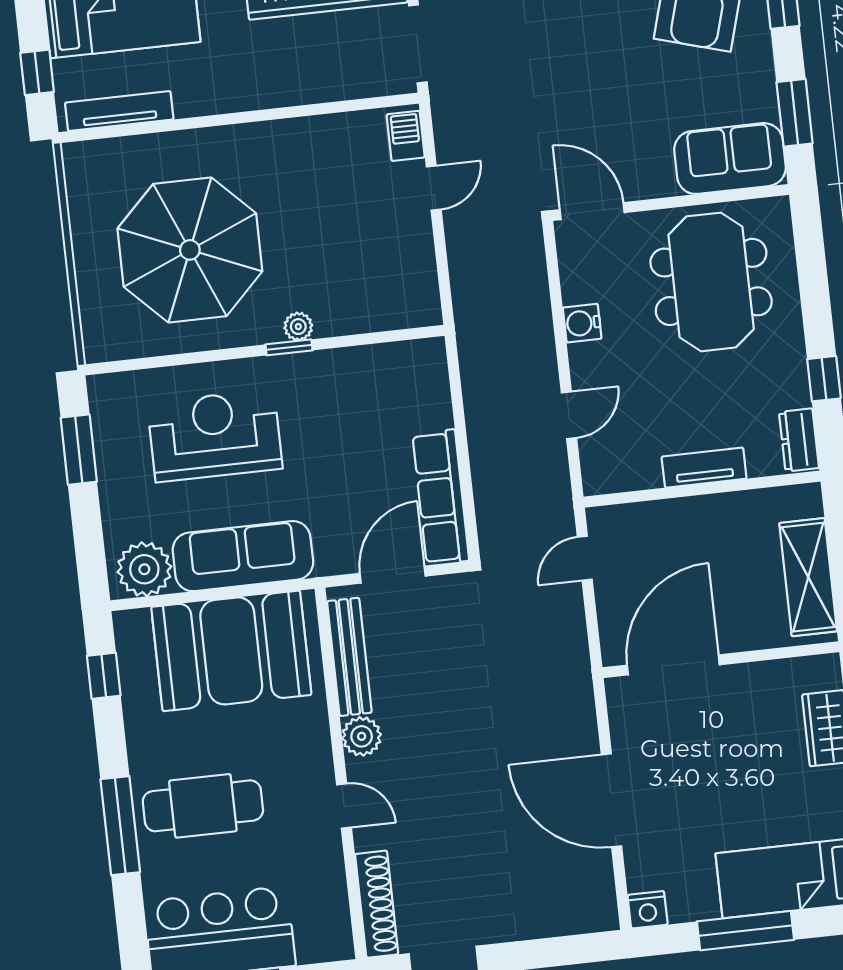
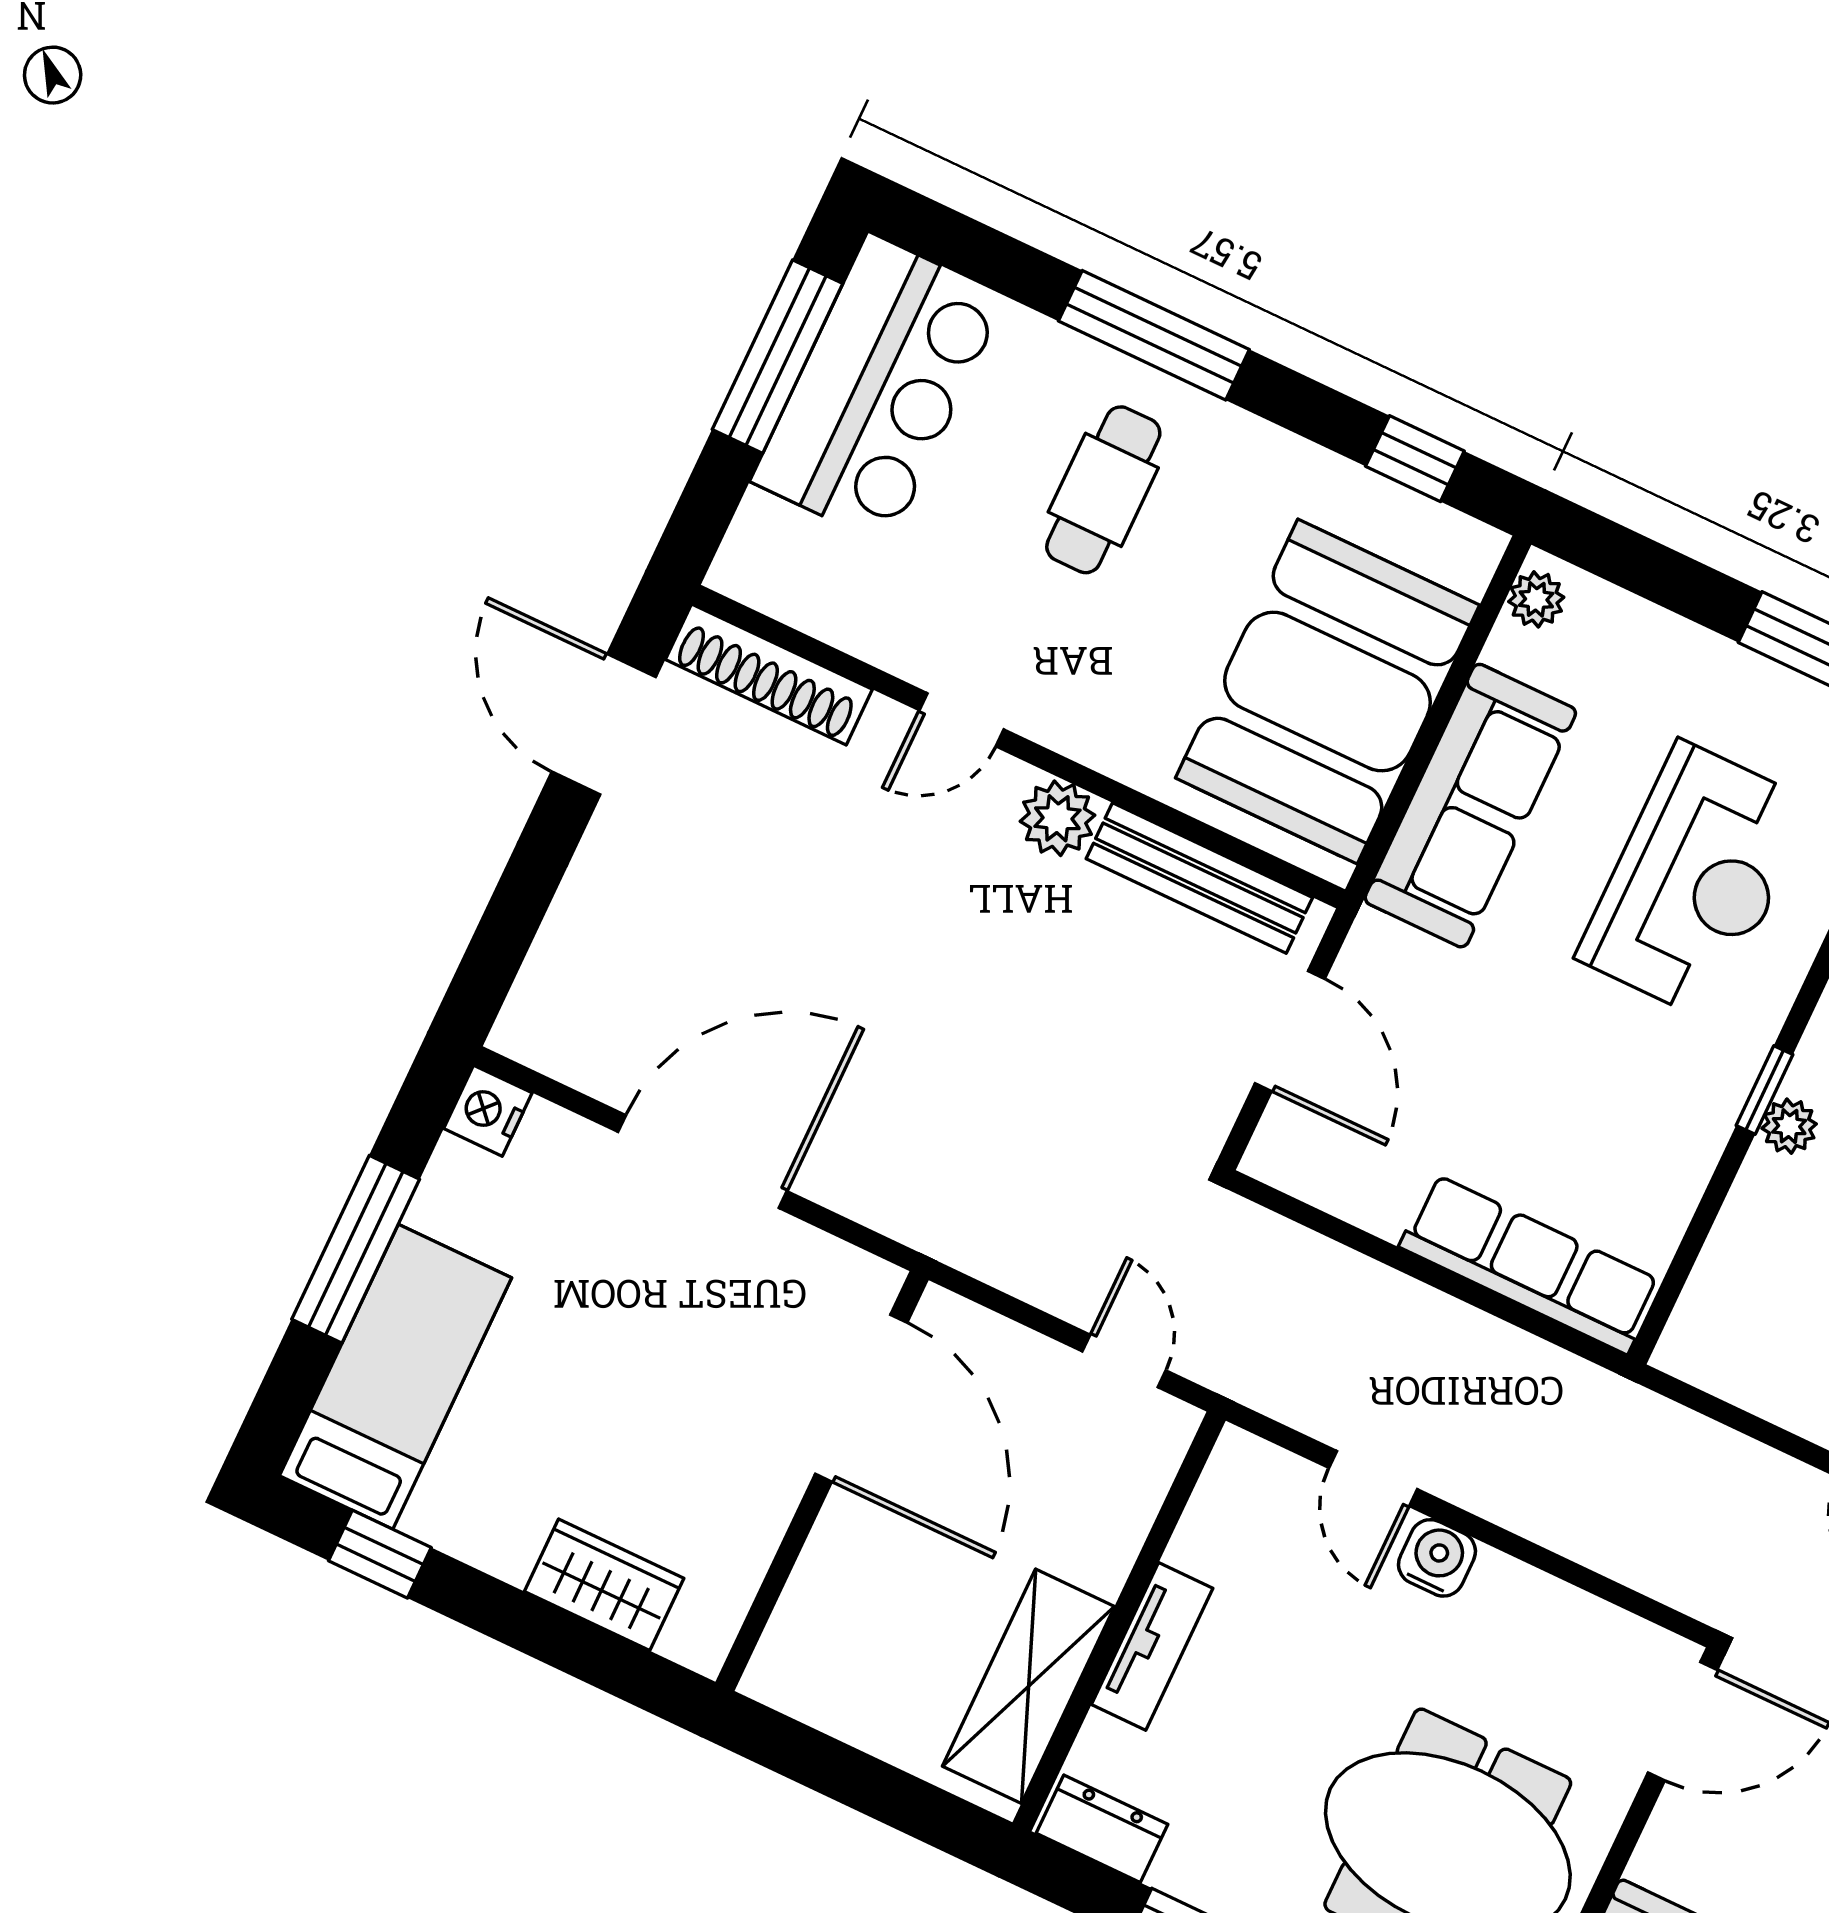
water cooler: (582, 323) -> (1437, 1558), moved
row of seats: (441, 497) -> (1530, 1264), moved
plant: (144, 569) -> (1536, 599), width x0.53, depth x0.53
shelving: (808, 577) -> (1028, 1686), moved, turned 90
cafe table: (203, 806) -> (1103, 490), width x0.73, depth x0.74

